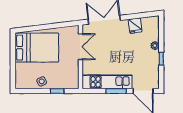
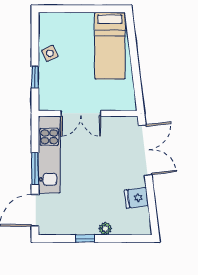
double door: (80, 47) -> (81, 113), moved
bed: (37, 48) -> (110, 46), width x0.67

